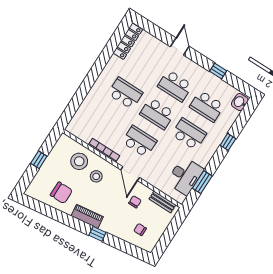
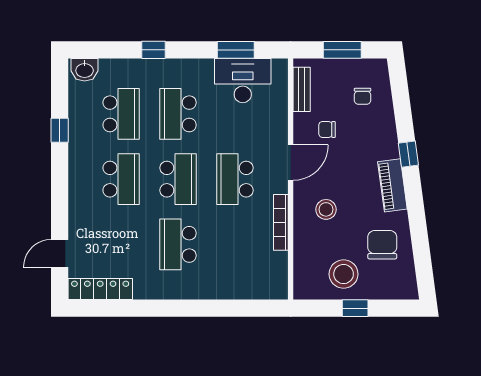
door: (180, 46) -> (60, 253), moved
stool: (79, 161) -> (344, 274), moved
window: (169, 234) -> (342, 50), added

